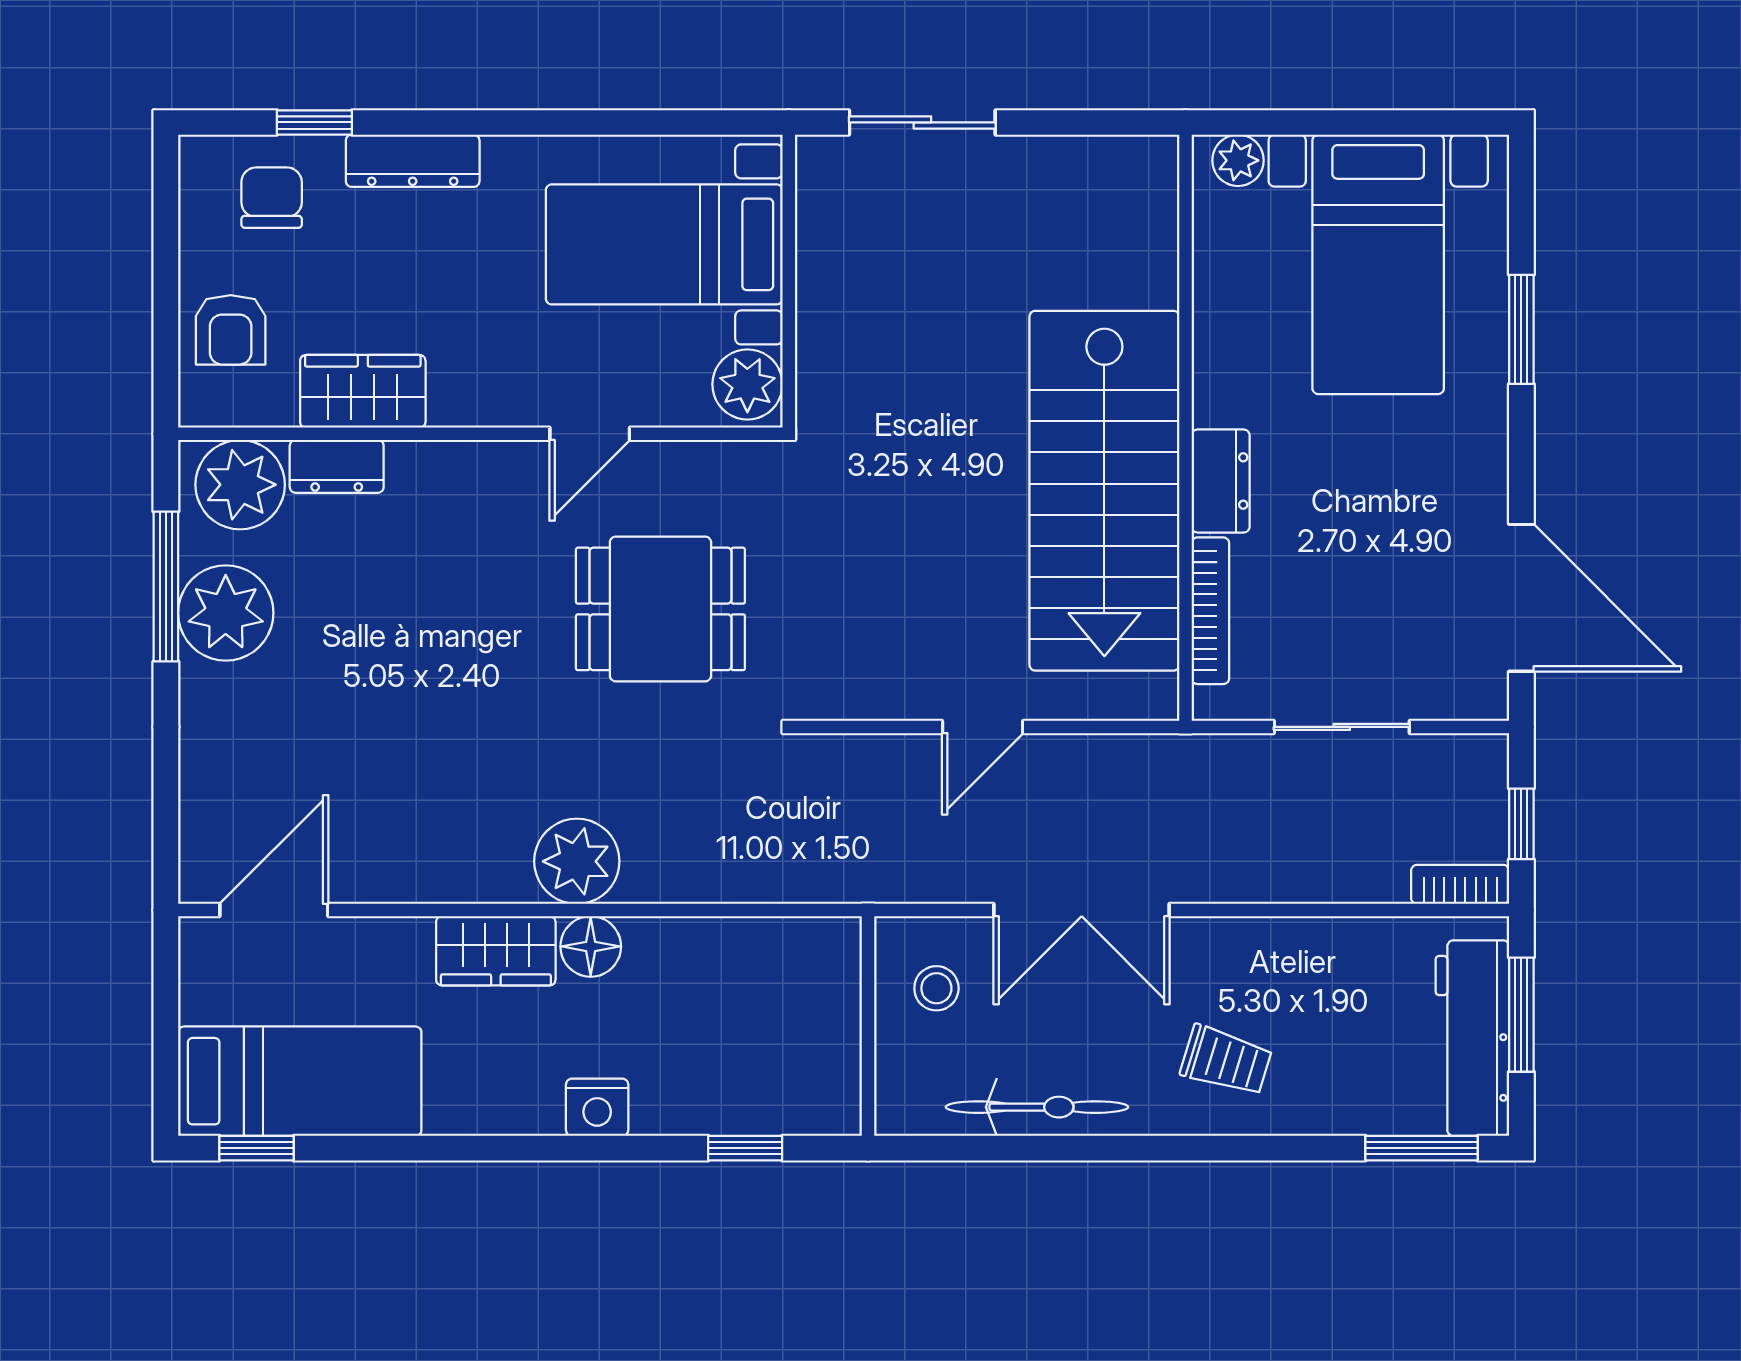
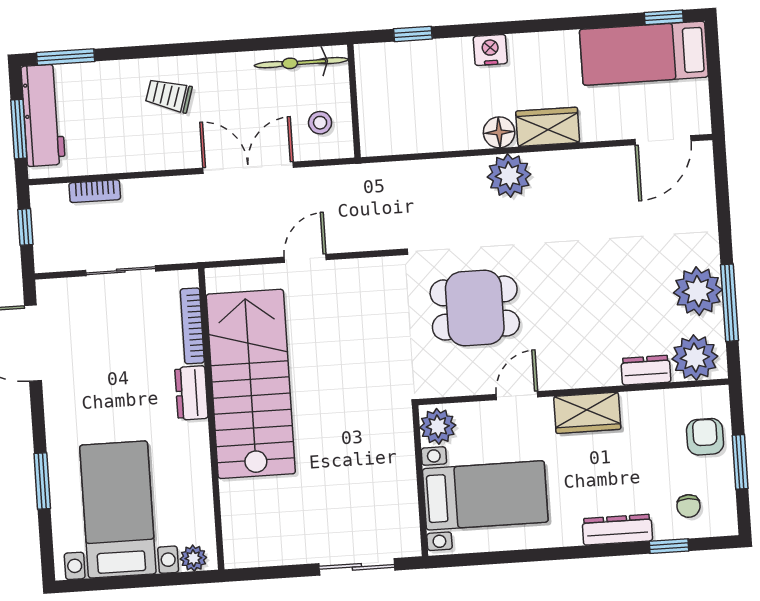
chair: (272, 198) -> (688, 506), width x0.73, depth x0.73
window: (166, 277) -> (740, 462), added
wardrobe: (363, 391) -> (587, 413), moved
bookcase: (1460, 884) -> (95, 191), moved
bicycle: (1037, 1107) -> (301, 63), moved

